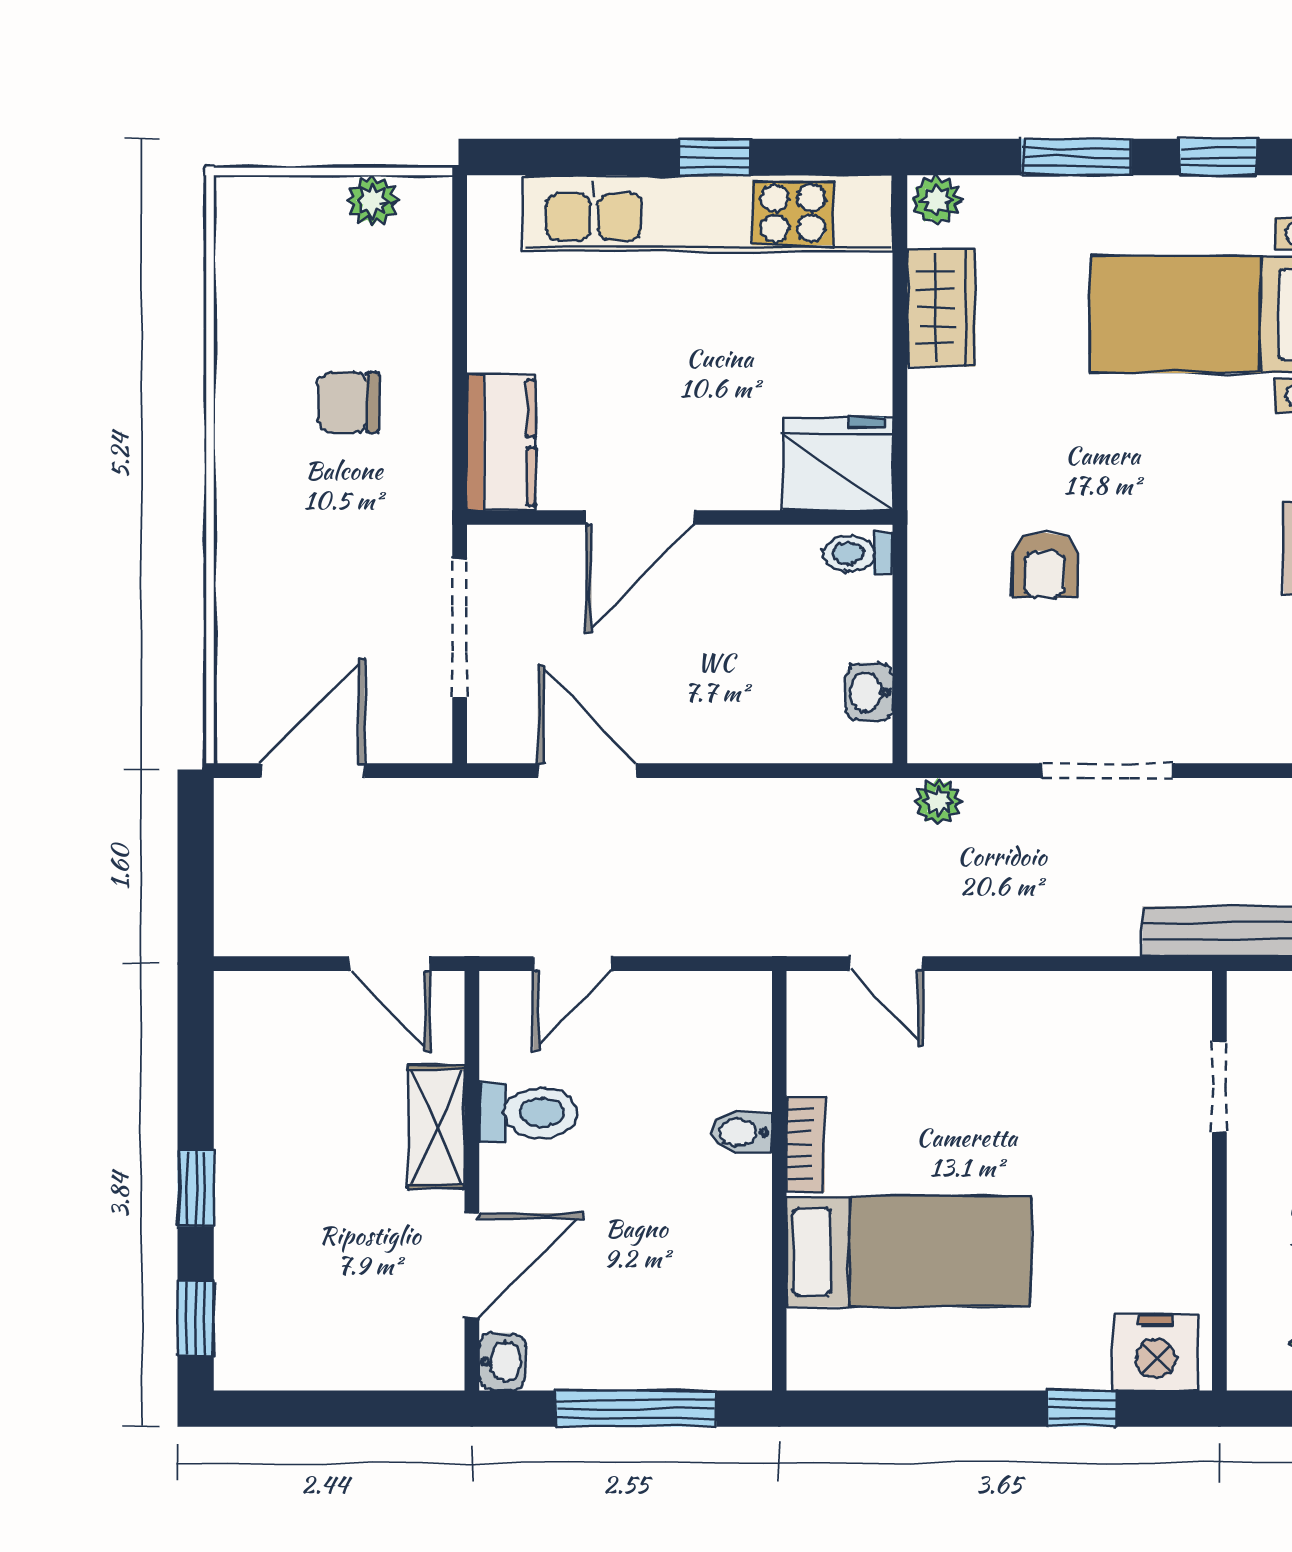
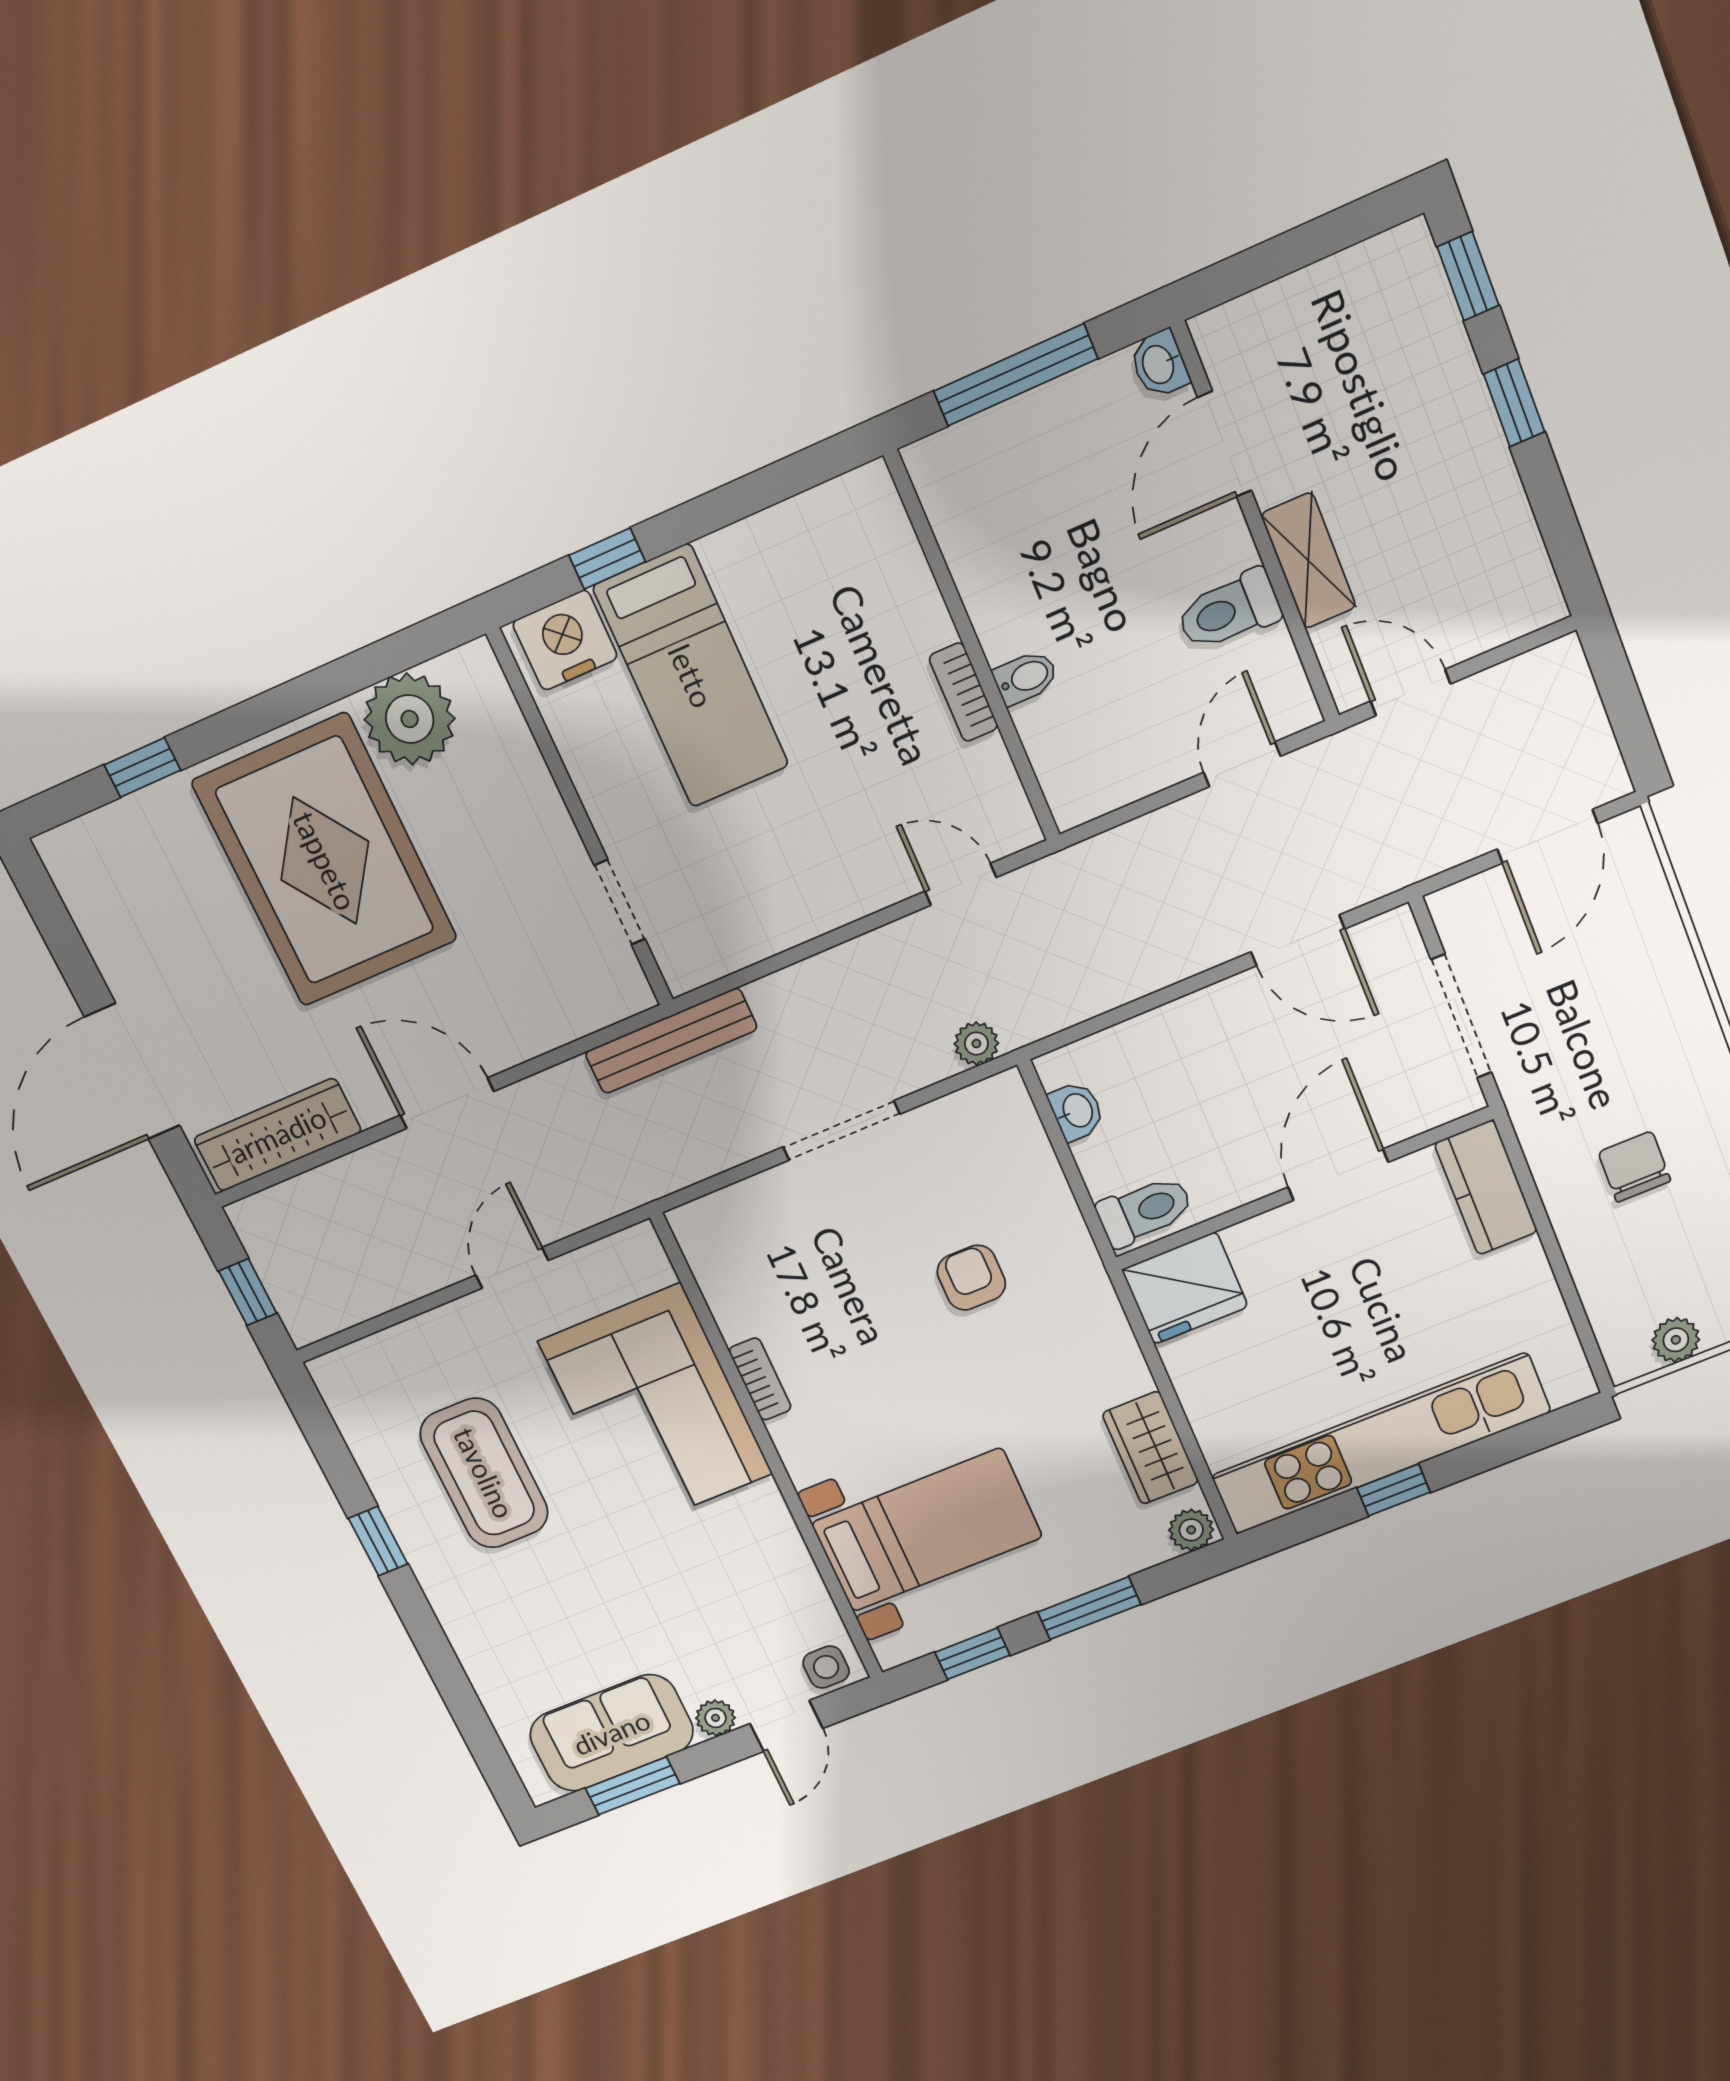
chair: (348, 402) -> (1634, 1167), turned -90
toilet: (858, 553) -> (1145, 1211), width x1.37, depth x1.39
bed: (909, 1252) -> (691, 676), moved, turned -90

